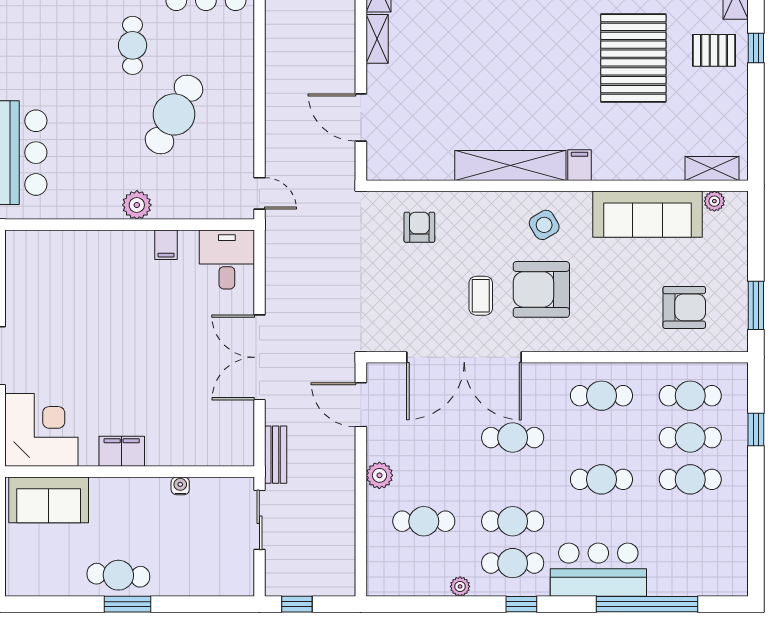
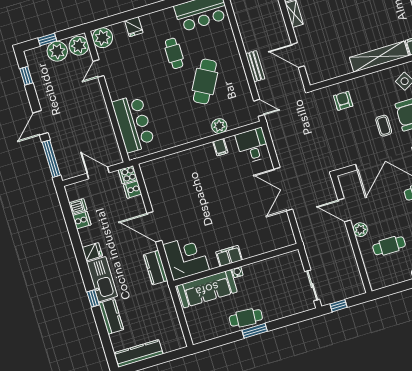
plant: (137, 205) -> (219, 126), moved
door: (361, 405) -> (344, 210), moved
bench: (276, 455) -> (255, 66), moved
water cooler: (180, 486) -> (237, 272), moved
sofa: (49, 500) -> (207, 289), width x1.36
sliding door: (259, 520) -> (312, 285), moved

